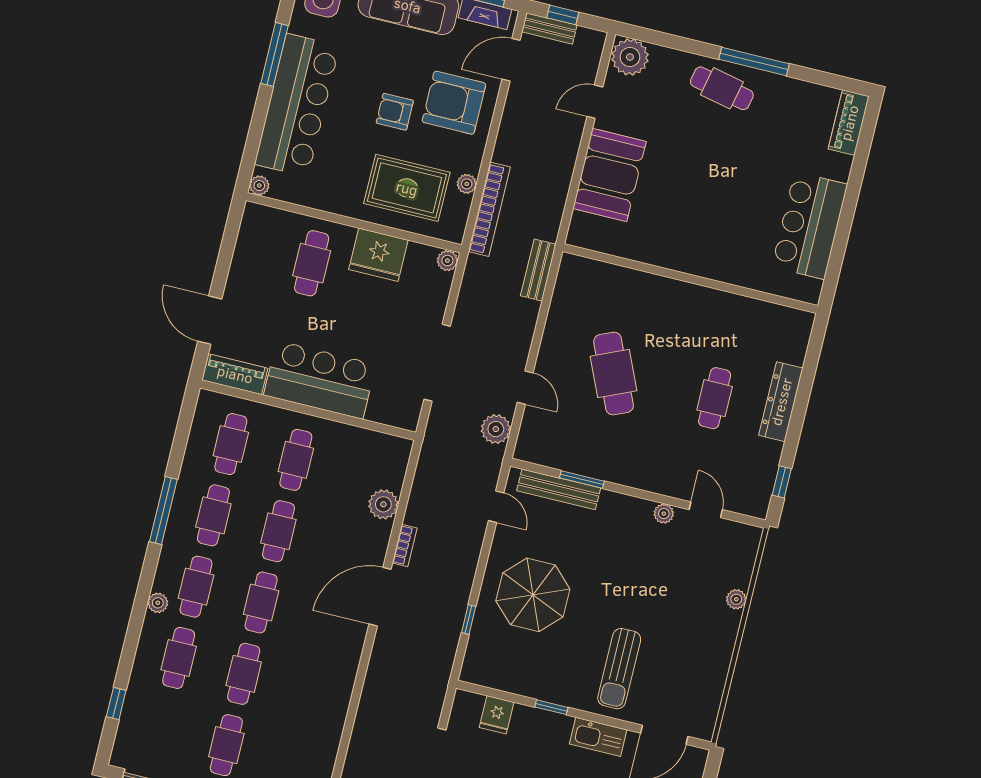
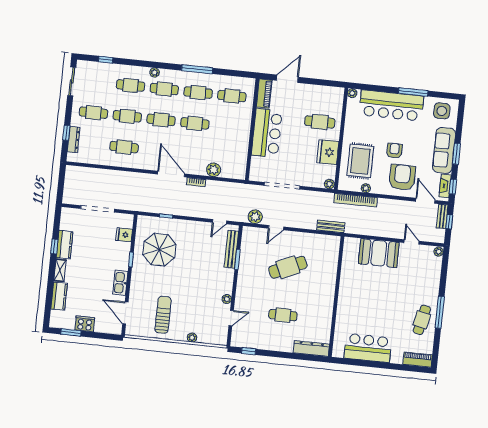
plant: (630, 57) -> (439, 252), width x0.53, depth x0.53
cafe table: (722, 88) -> (422, 320), moved
dresser: (781, 402) -> (311, 348), moved
cafe table: (296, 460) -> (124, 147), moved
parasol: (533, 595) -> (159, 250), moved
sun lounger: (619, 669) -> (163, 315), moved, turned 90

